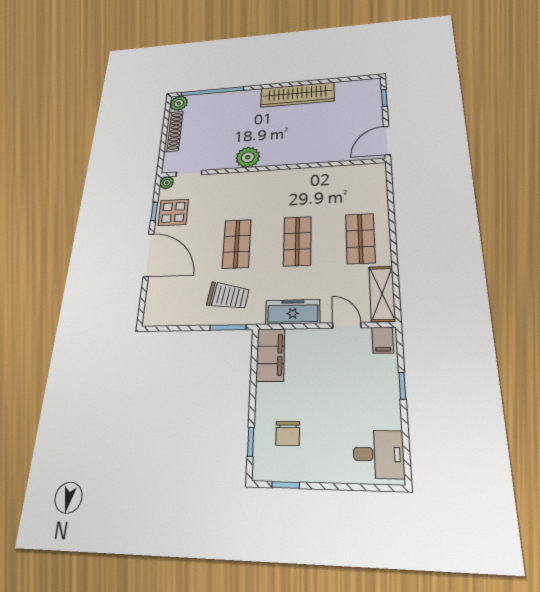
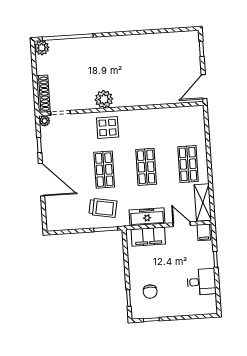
wardrobe: (297, 95) -> (136, 43), removed
shoe rack: (173, 131) -> (43, 94), moved
display table: (173, 212) -> (108, 128), moved
filing cabinet: (270, 355) -> (148, 237), moved, turned 90
desk: (379, 454) -> (202, 282), moved

